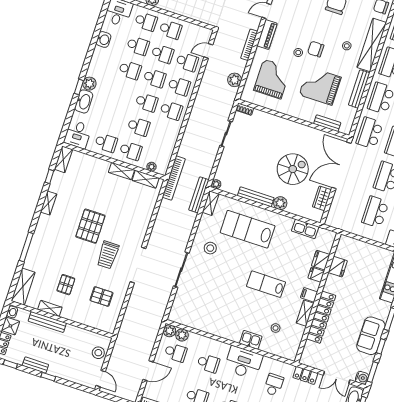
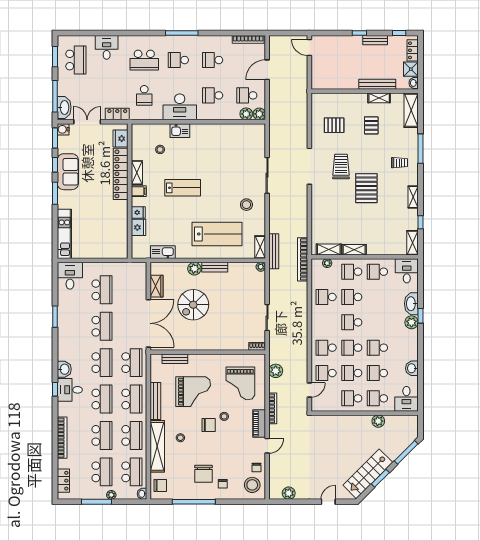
school desk: (171, 110) -> (326, 297), moved
bench: (256, 197) -> (215, 267), width x0.73
trolley: (51, 240) -> (400, 163), added
fridge: (338, 267) -> (120, 139), moved
stool: (98, 353) -> (320, 71), removed

